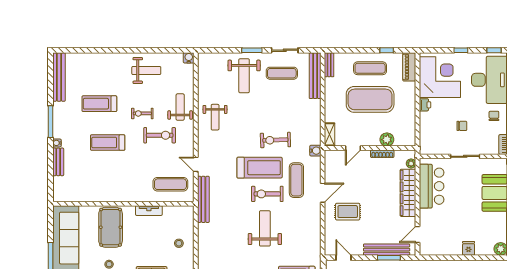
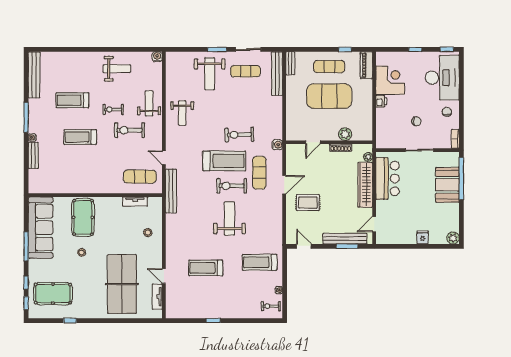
corner desk: (440, 77) -> (390, 80), width x0.74, depth x0.74
shelving: (330, 134) -> (291, 129), removed
exercise bike: (160, 135) -> (130, 130), turned 180
tv unit: (149, 211) -> (135, 202), moved

